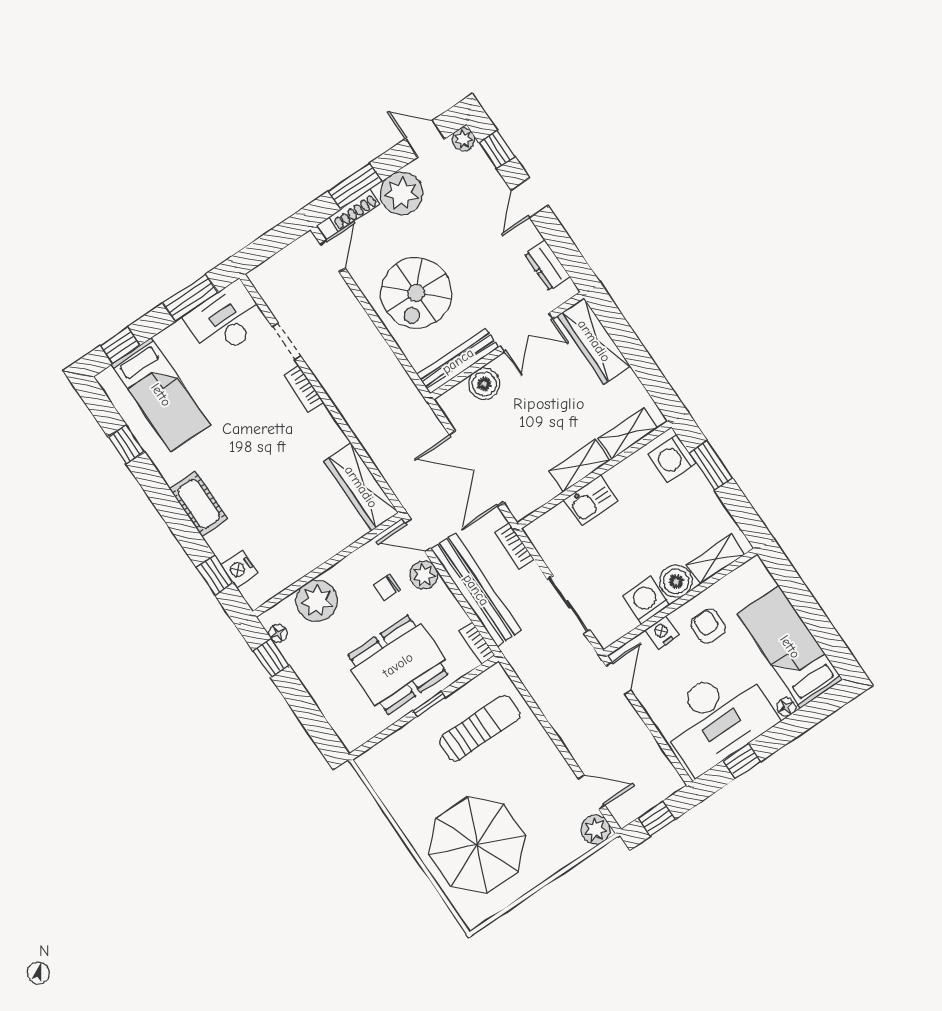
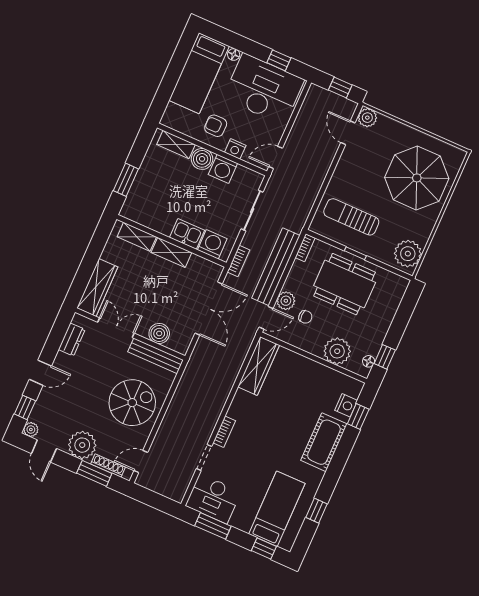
washing machine: (672, 458) -> (212, 244), moved, turned -90
cot: (199, 504) -> (324, 442), width x1.37, depth x1.34
door: (418, 536) -> (266, 318), hinge flipped
armchair: (708, 626) -> (216, 126), turned 90
plant: (386, 772) -> (408, 254), added

